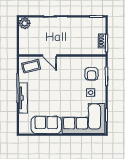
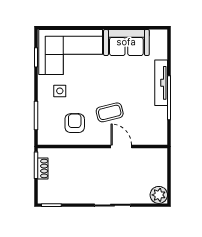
coffee table: (31, 66) -> (110, 112), moved
armchair: (92, 74) -> (75, 123), moved

